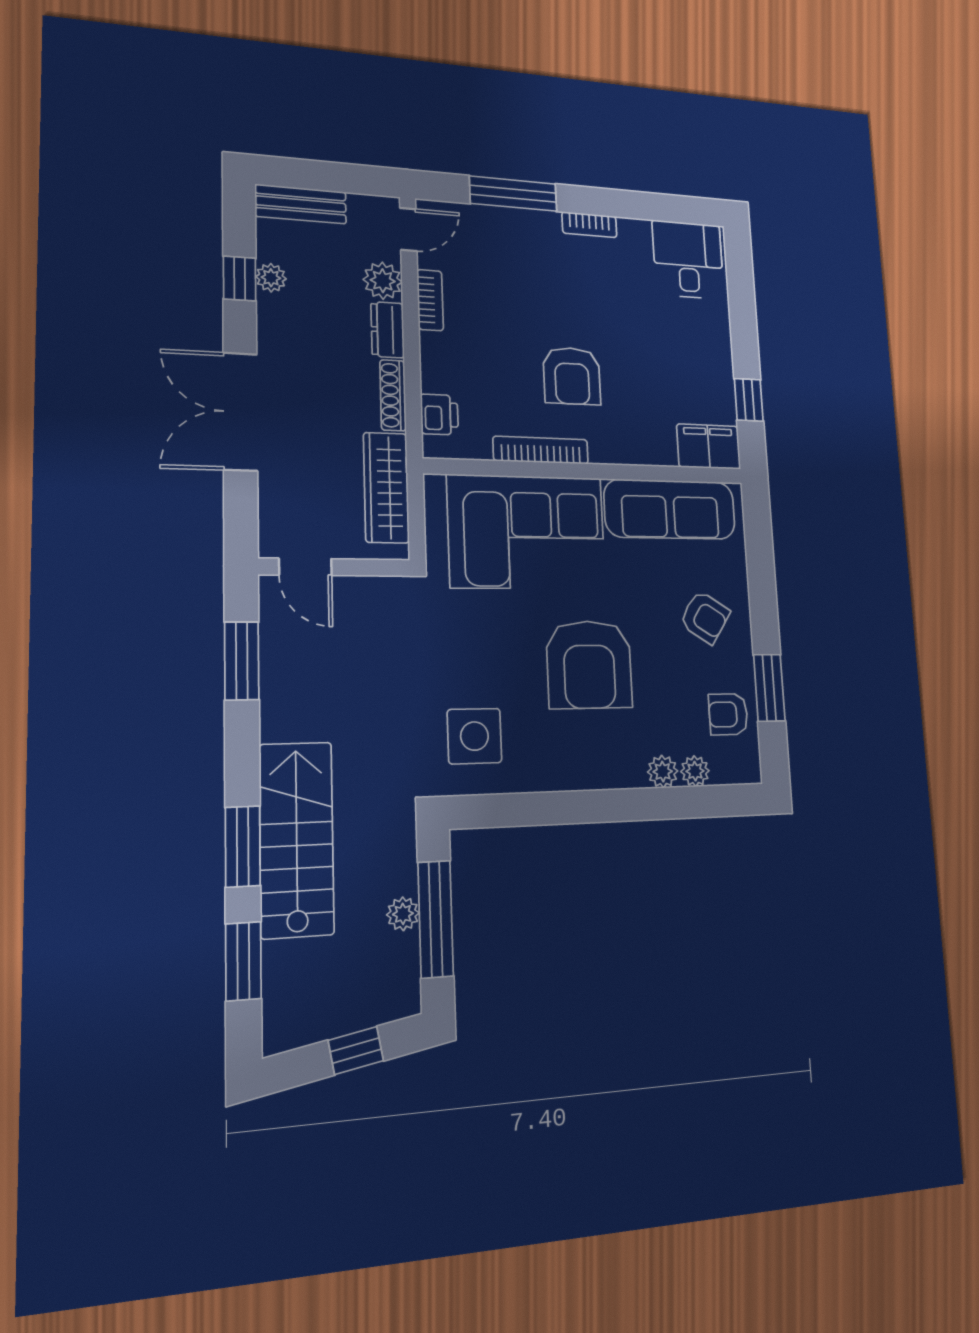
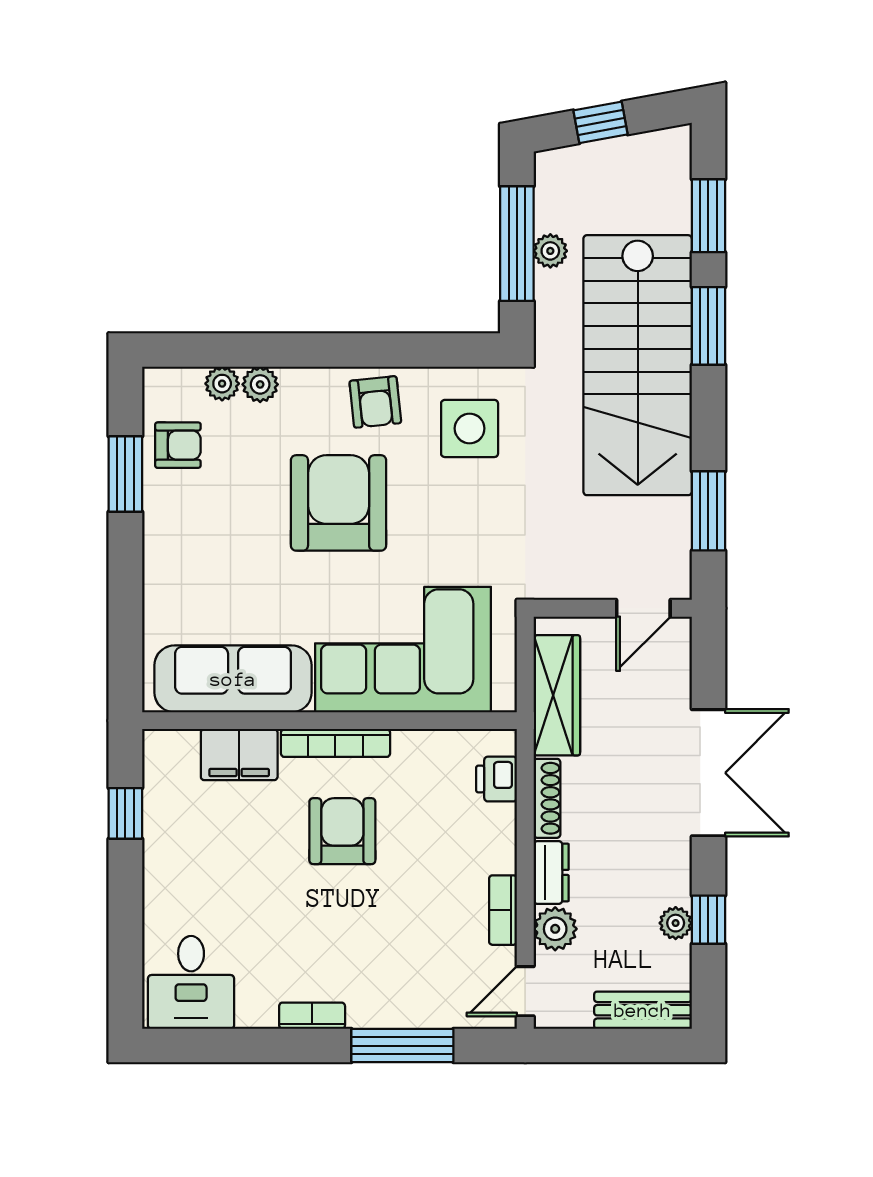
filing cabinet: (709, 447) -> (239, 755), moved
bookcase: (541, 450) -> (335, 743), moved
door: (305, 567) -> (643, 608), swing flipped
armchair: (705, 617) -> (375, 402), moved, turned -129
stairs: (297, 839) -> (638, 365), width x1.36, depth x1.51

